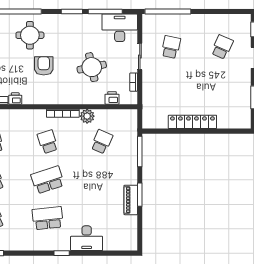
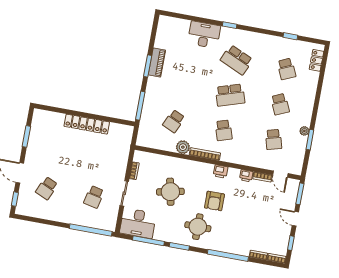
round table: (30, 35) -> (198, 227), moved
printer: (112, 98) -> (221, 171), moved
school desk: (48, 218) -> (237, 60), turned 30

